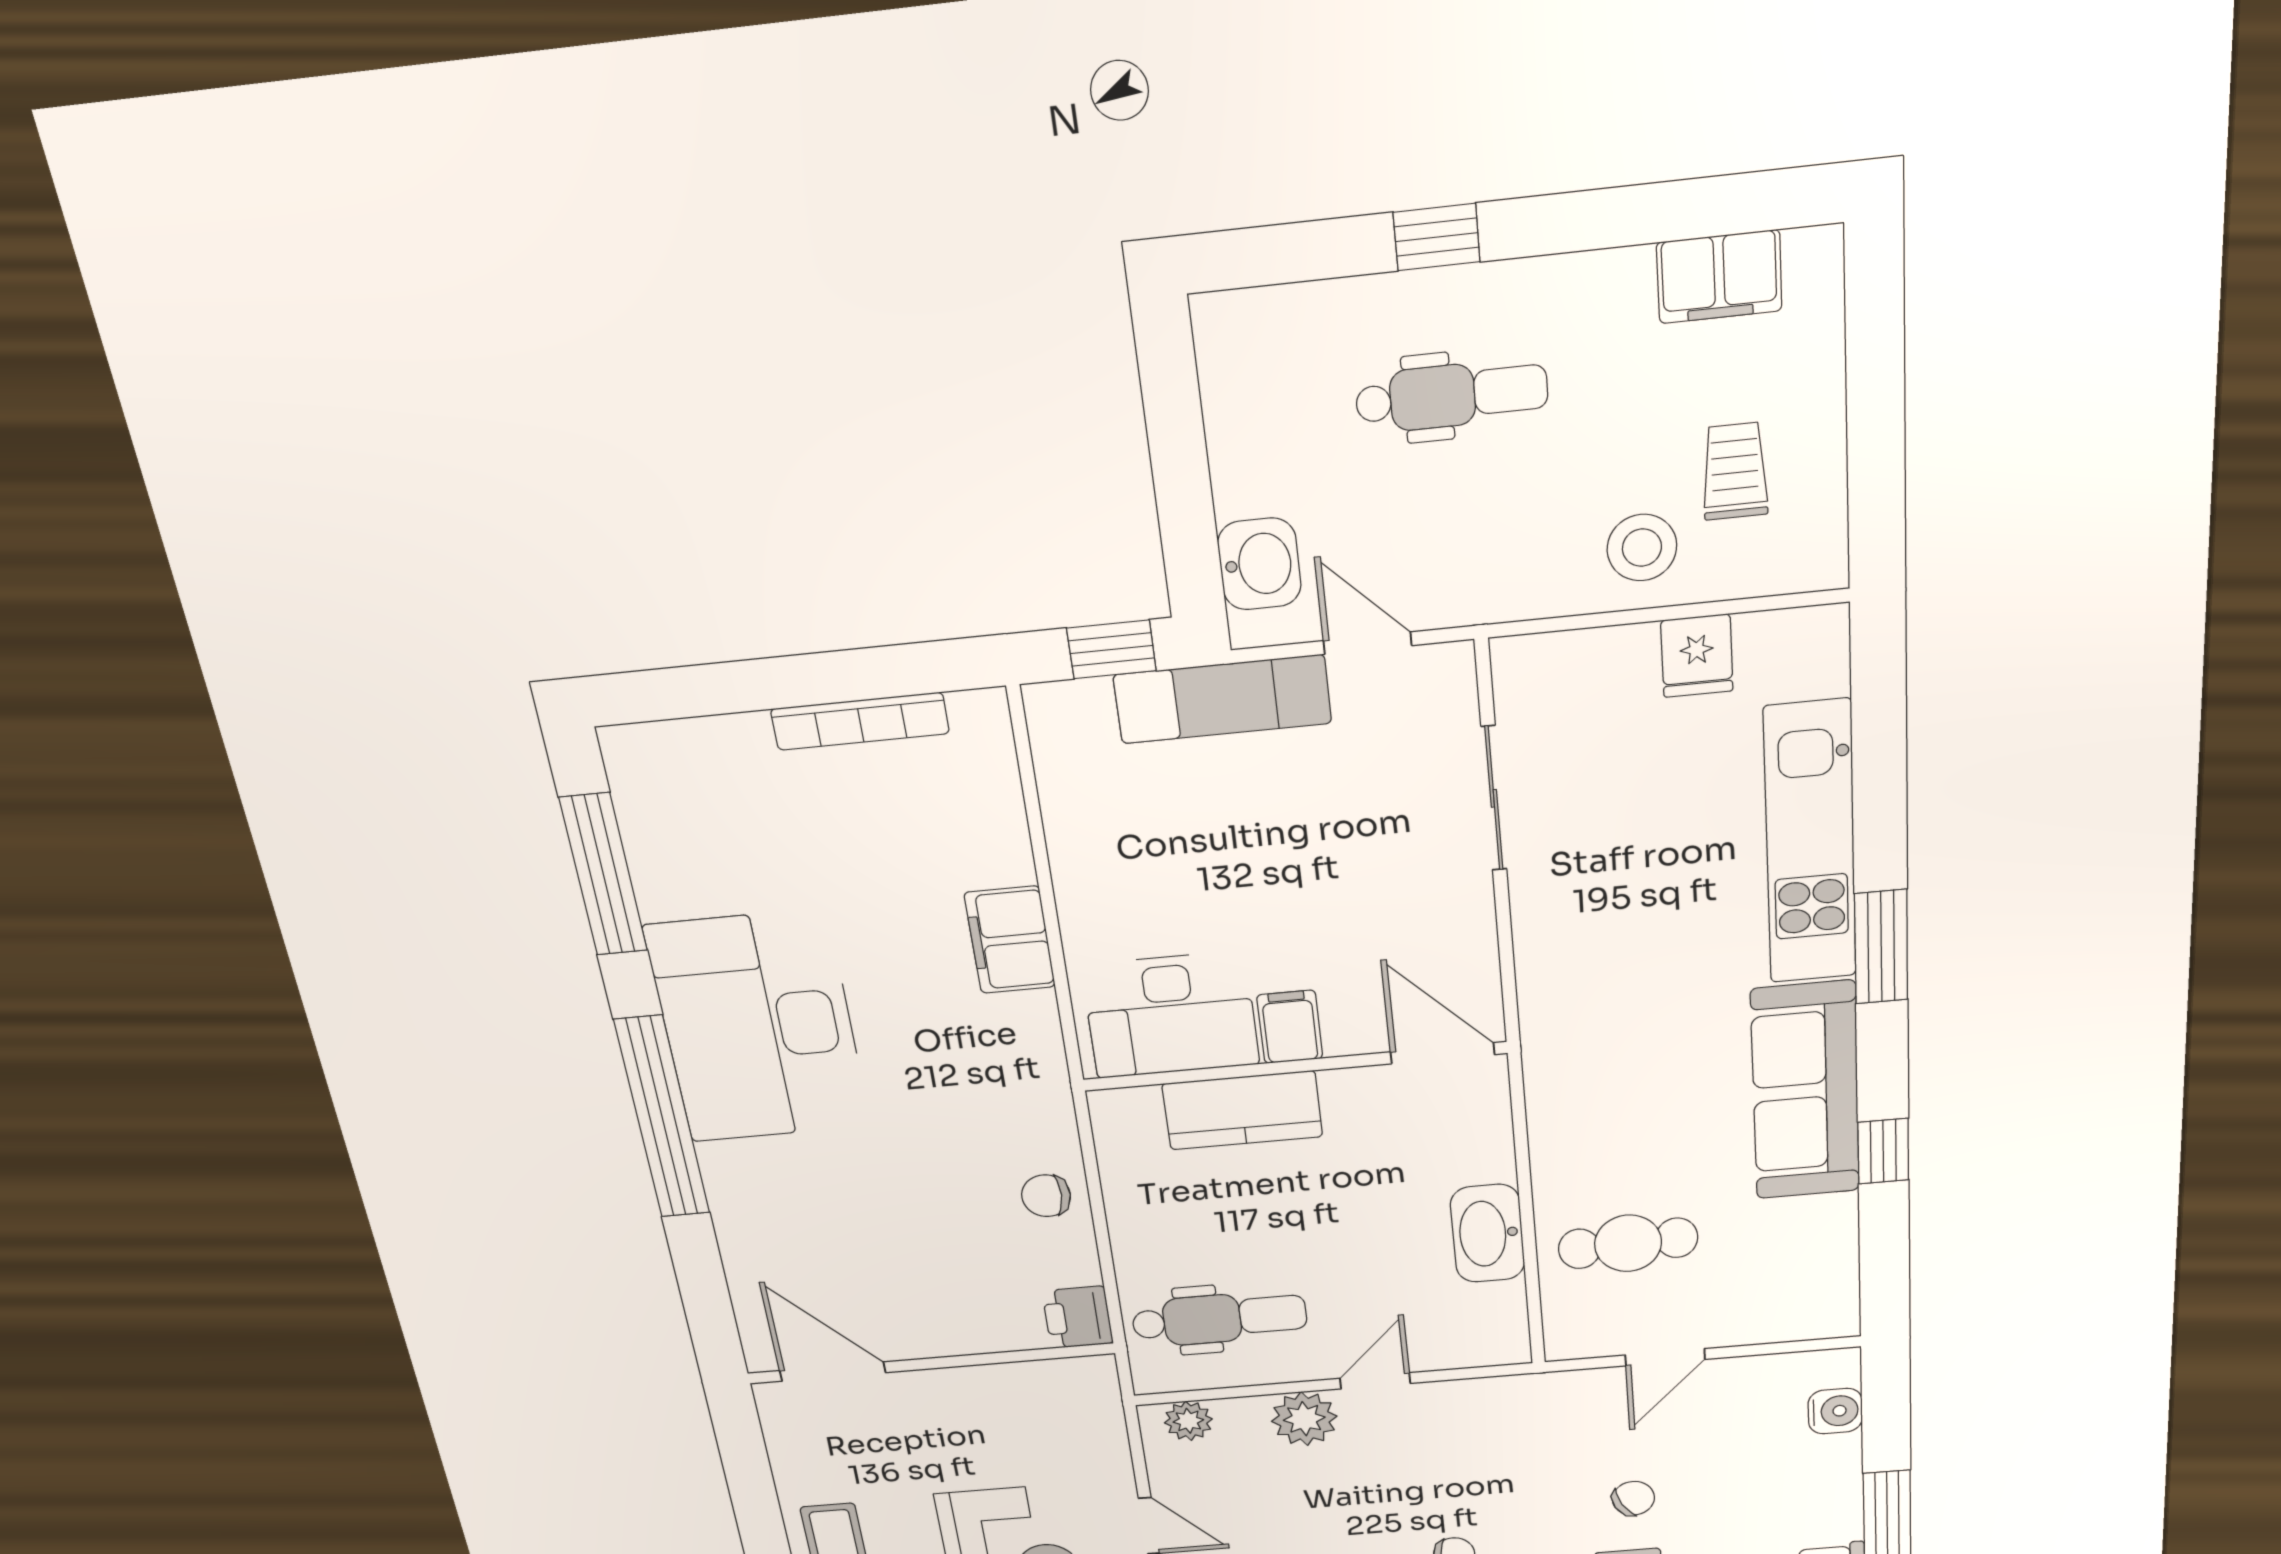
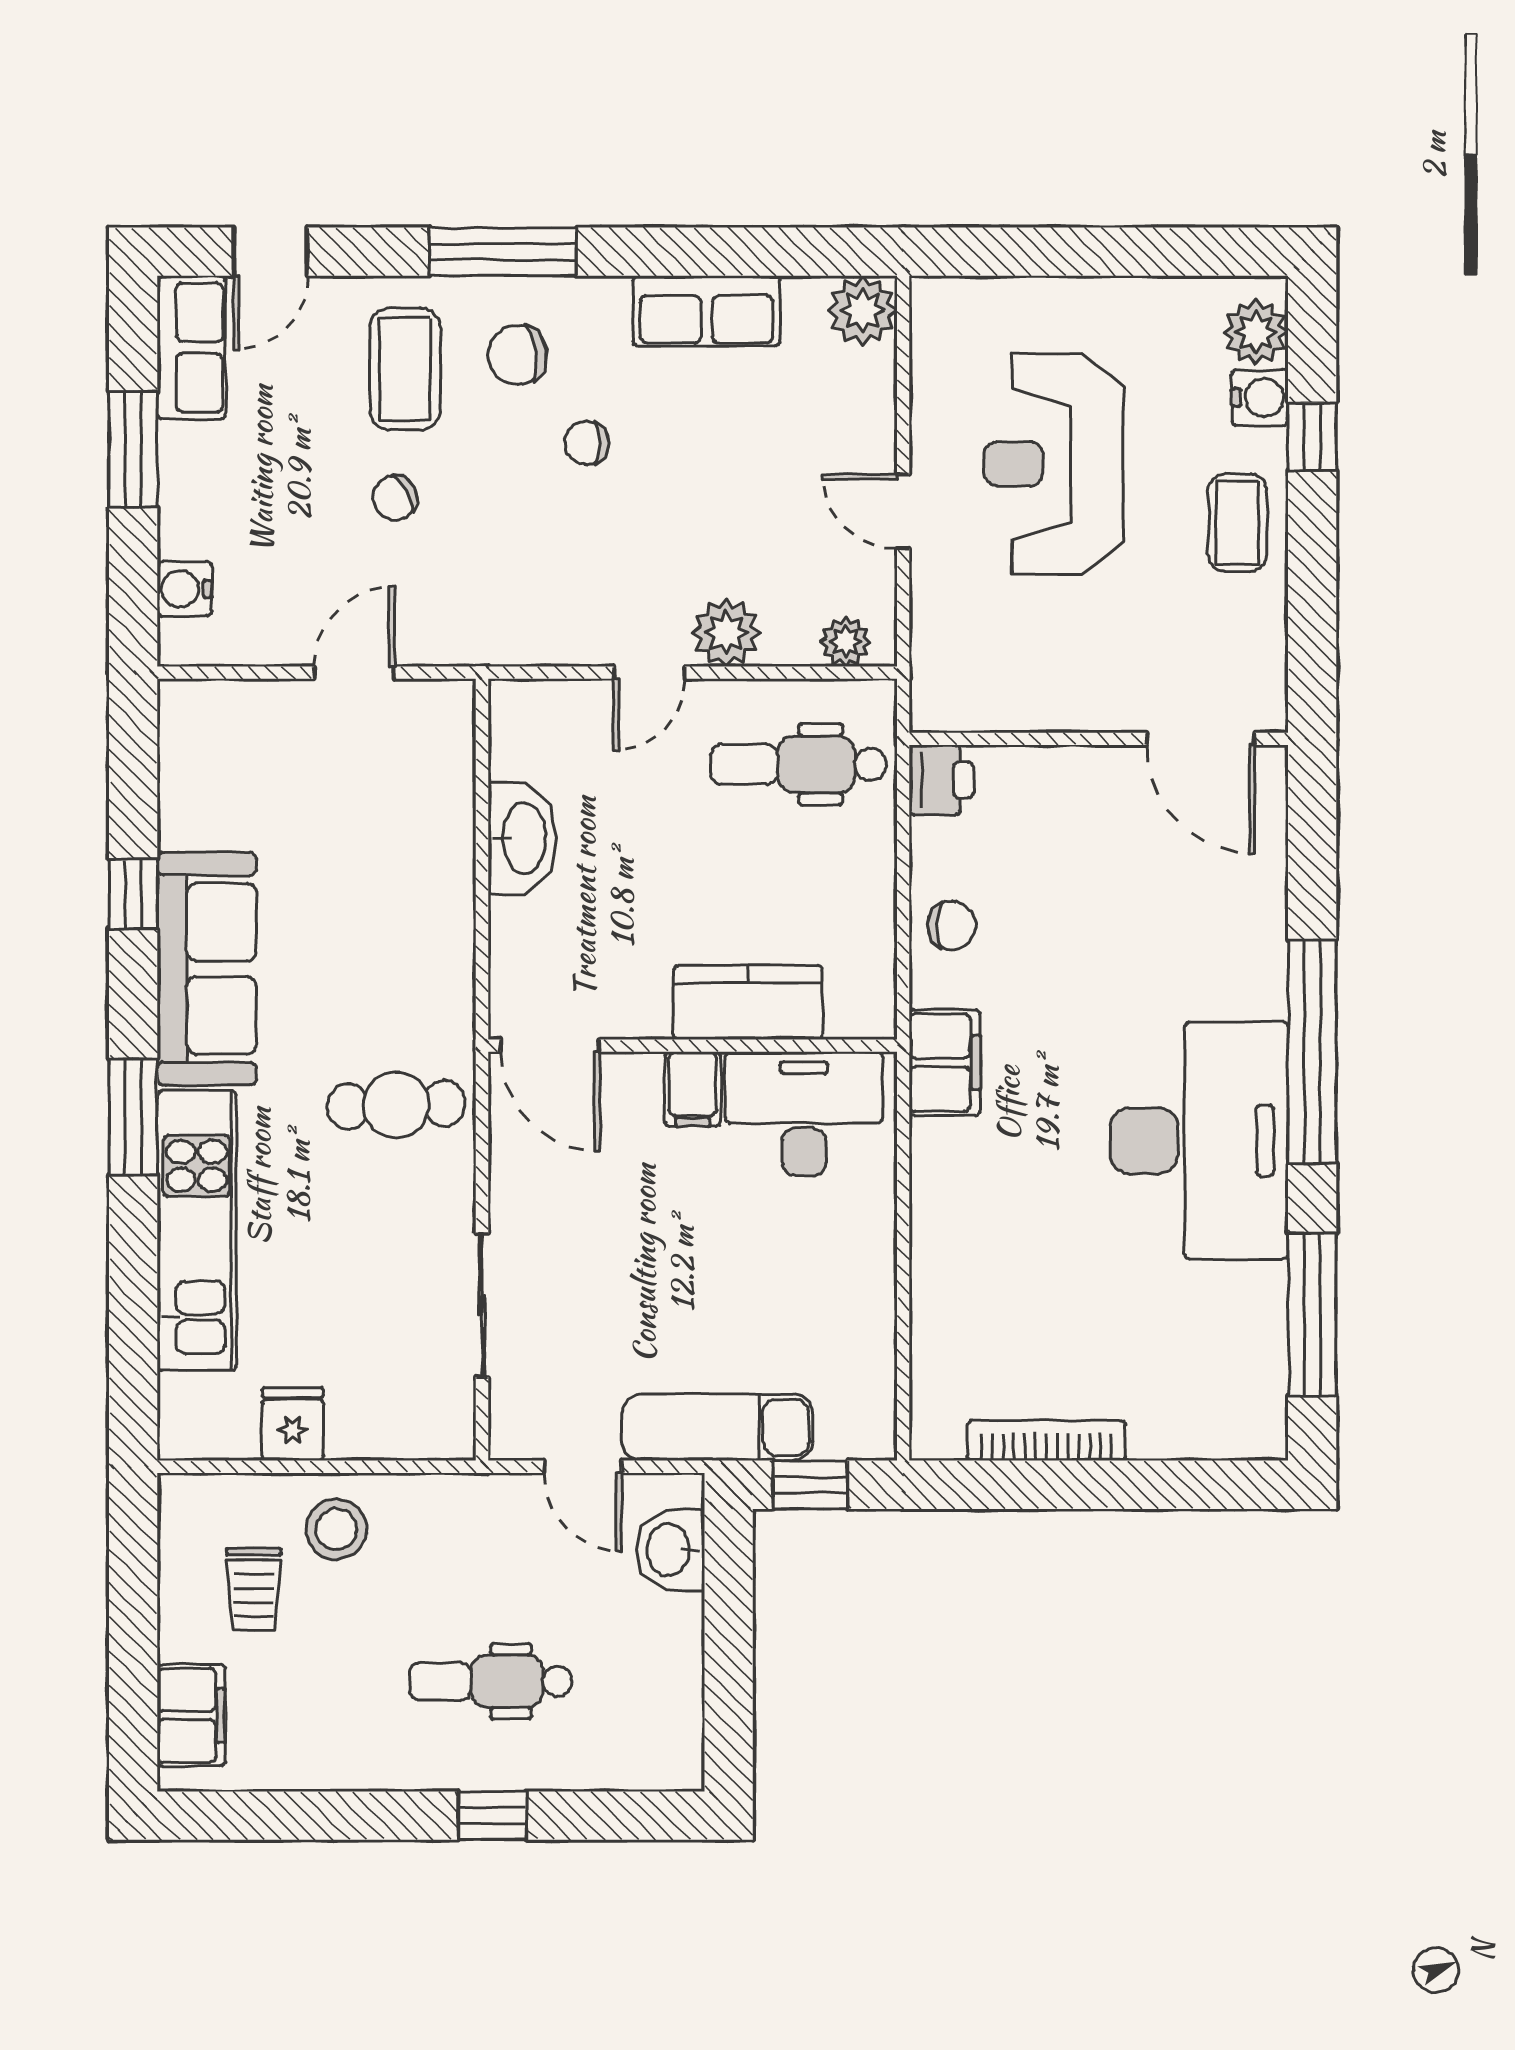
filing cabinet: (1719, 277) -> (191, 1715), moved, turned 90
filing cabinet: (1010, 940) -> (945, 1063), moved
cafe table: (1628, 1243) -> (396, 1105), moved

